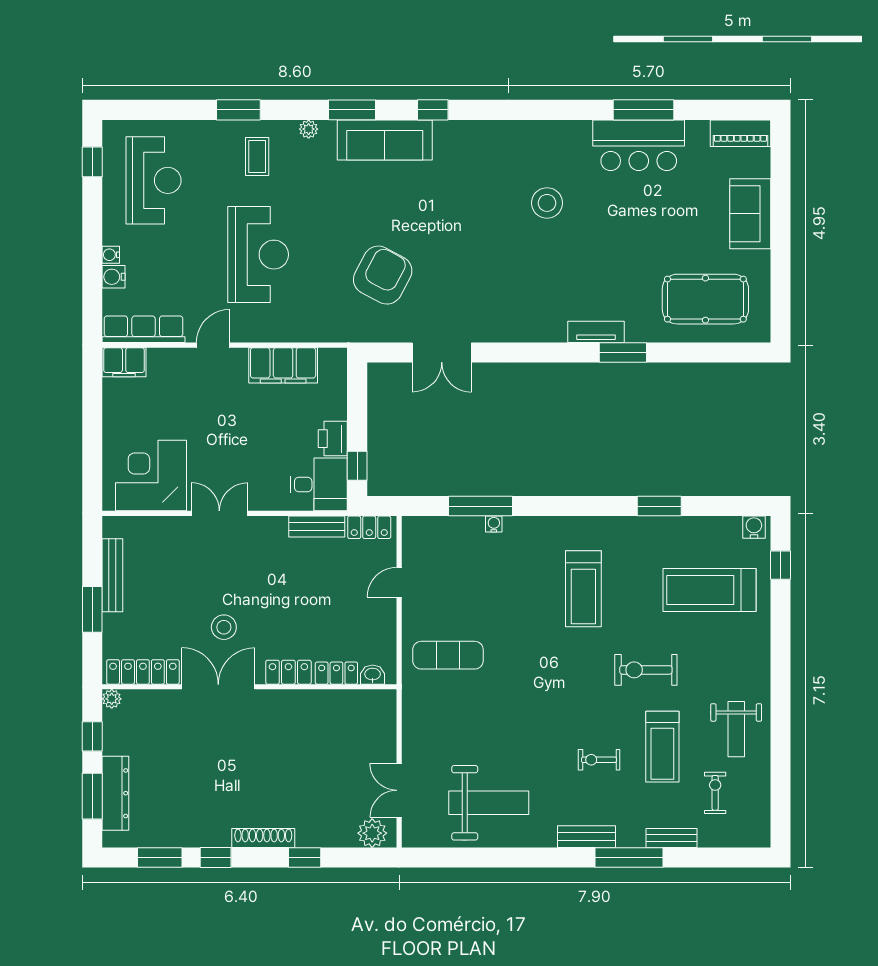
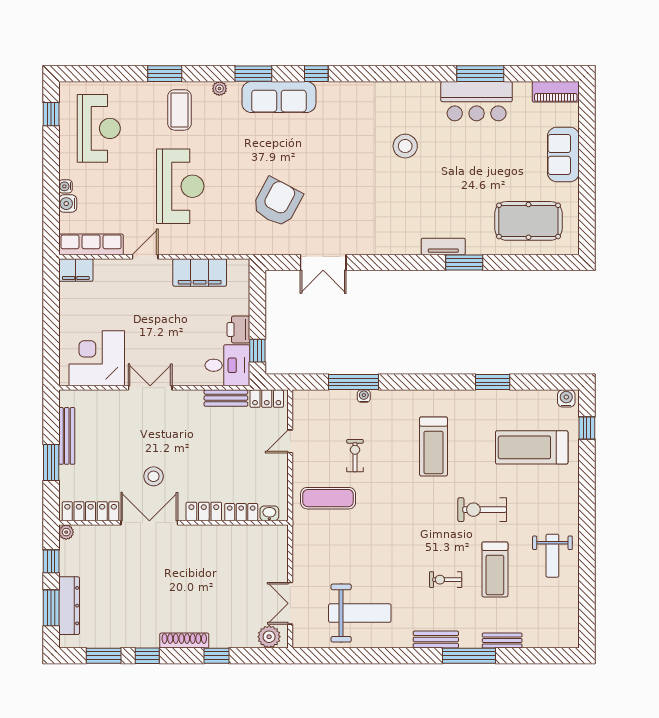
coffee table: (257, 157) -> (179, 110), width x1.36, depth x1.30
exercise bike: (715, 793) -> (355, 456), moved

